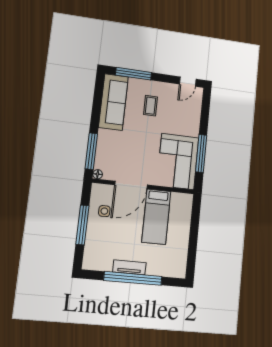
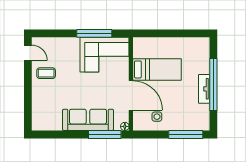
window: (134, 74) -> (28, 104), removed
sofa: (113, 102) -> (88, 120), moved
coffee table: (150, 106) -> (46, 73), moved
window: (82, 225) -> (186, 134), moved

